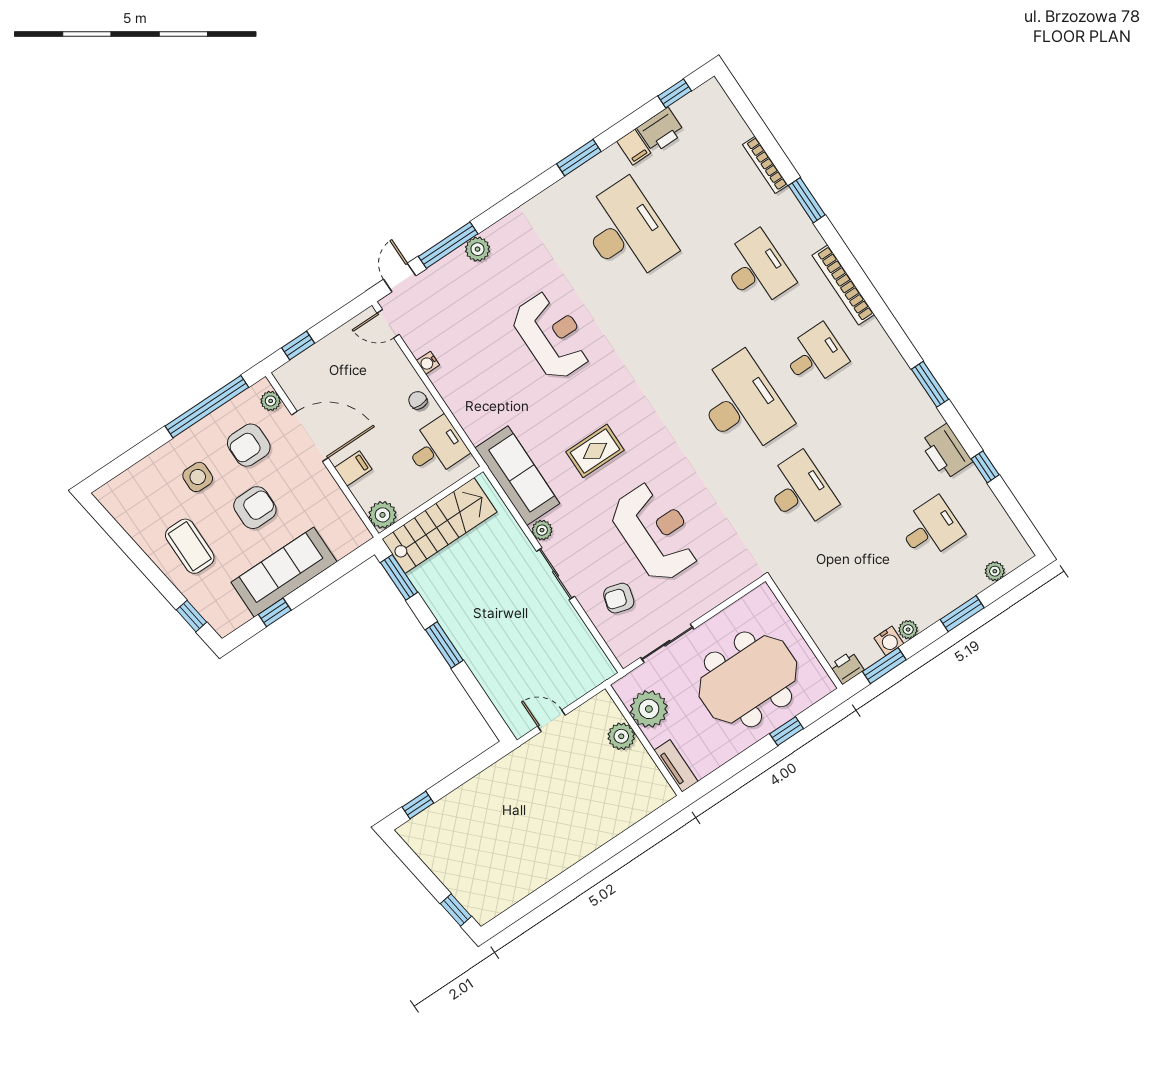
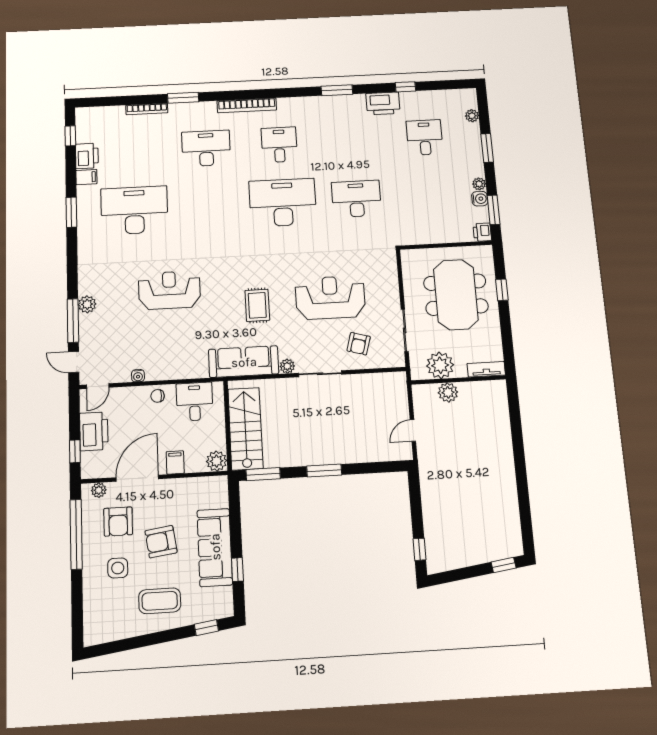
printer: (334, 353) -> (94, 431), added
armchair: (255, 508) -> (161, 542), turned -98

